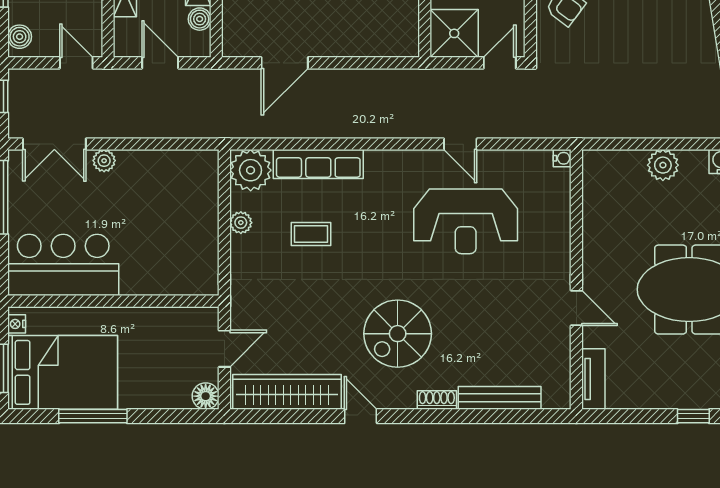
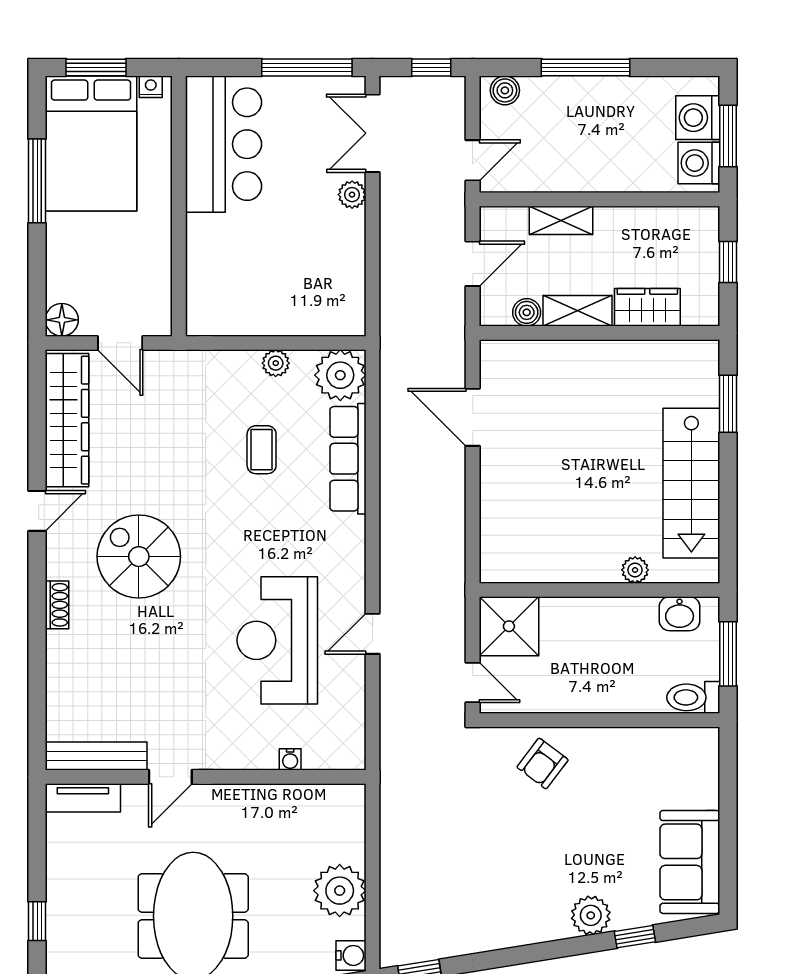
water cooler: (562, 158) -> (290, 759), moved
plant: (663, 165) -> (340, 891), width x1.36, depth x1.36
bench: (500, 398) -> (96, 756), moved, turned 90

